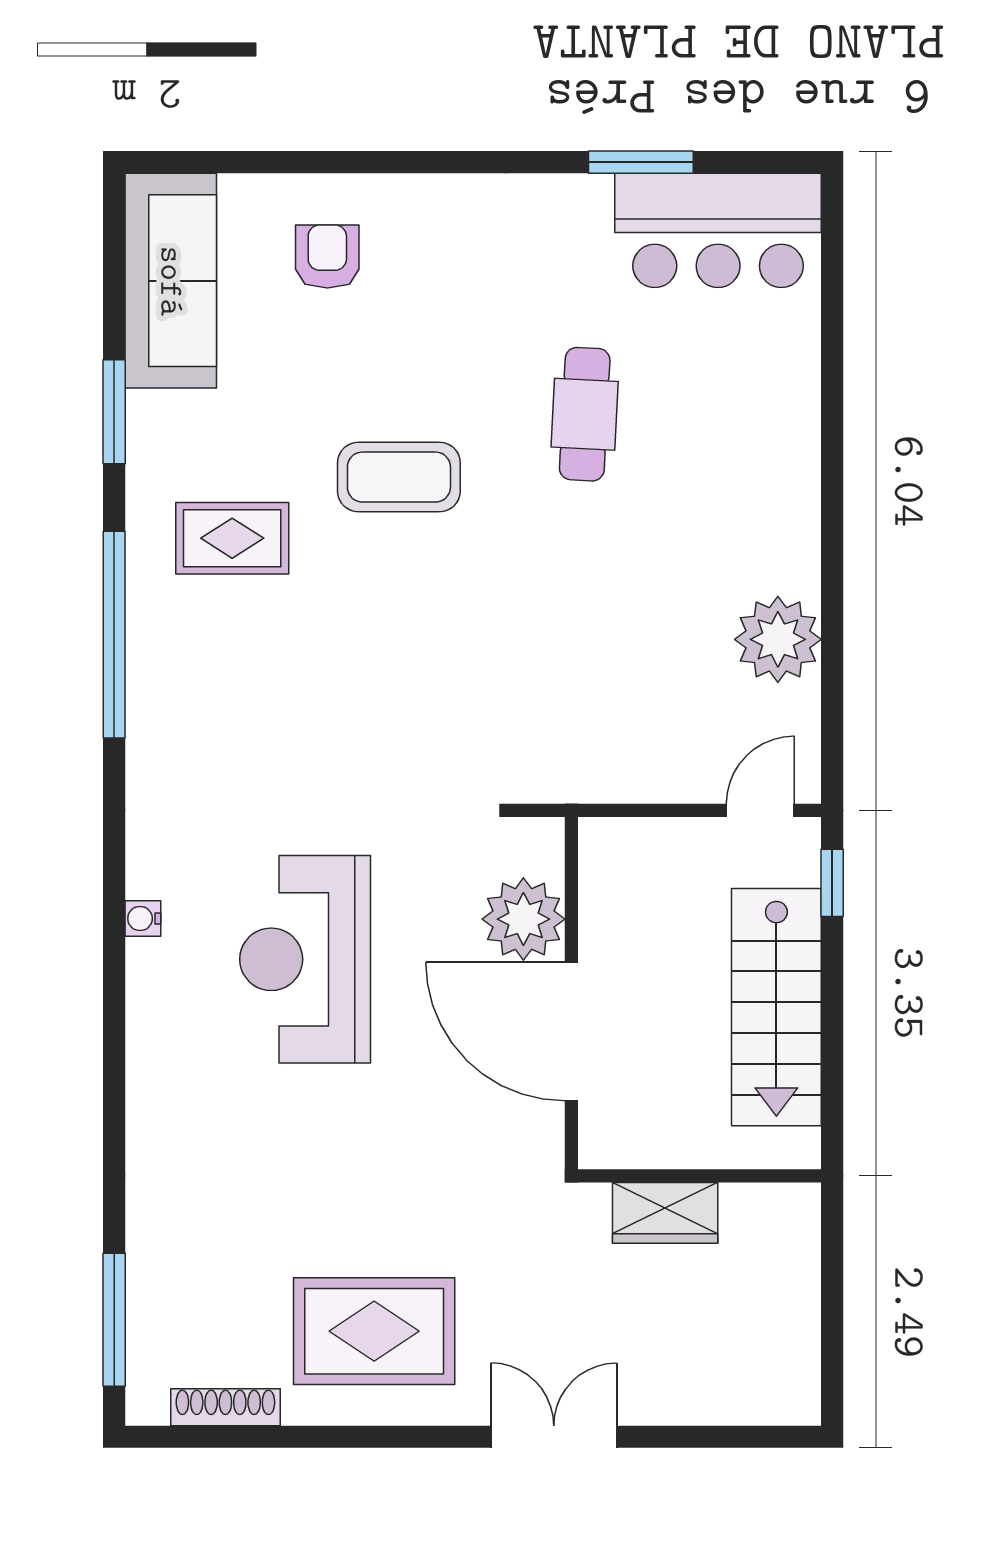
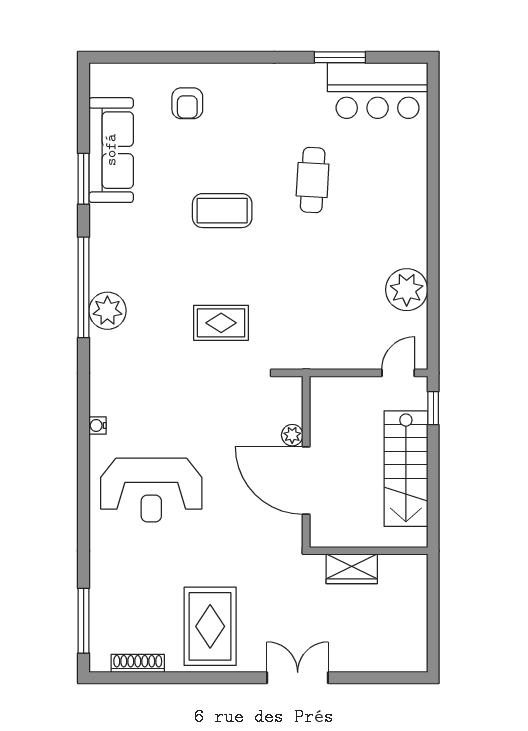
armchair: (327, 256) -> (187, 103), turned 180
sofa: (171, 281) -> (111, 150), moved
rug: (232, 538) -> (221, 323), moved
plant: (163, 683) -> (107, 311), added
plant: (523, 919) -> (292, 435), width x0.53, depth x0.53
reception desk: (305, 959) -> (151, 490), moved, turned -90
rug: (374, 1331) -> (210, 626), turned 90

